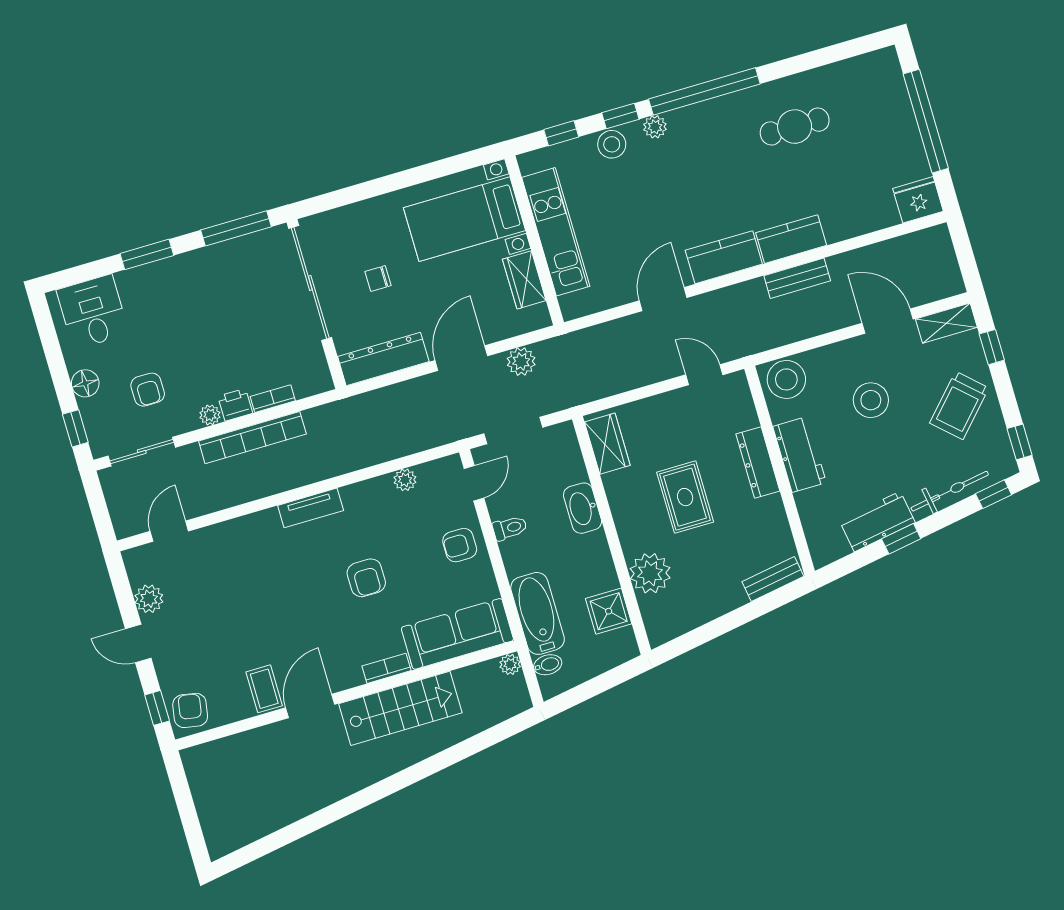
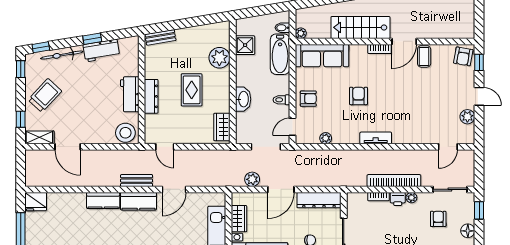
bench: (797, 278) -> (137, 181), moved
stool: (871, 400) -> (87, 111), removed
bookcase: (387, 668) -> (380, 49), moved

